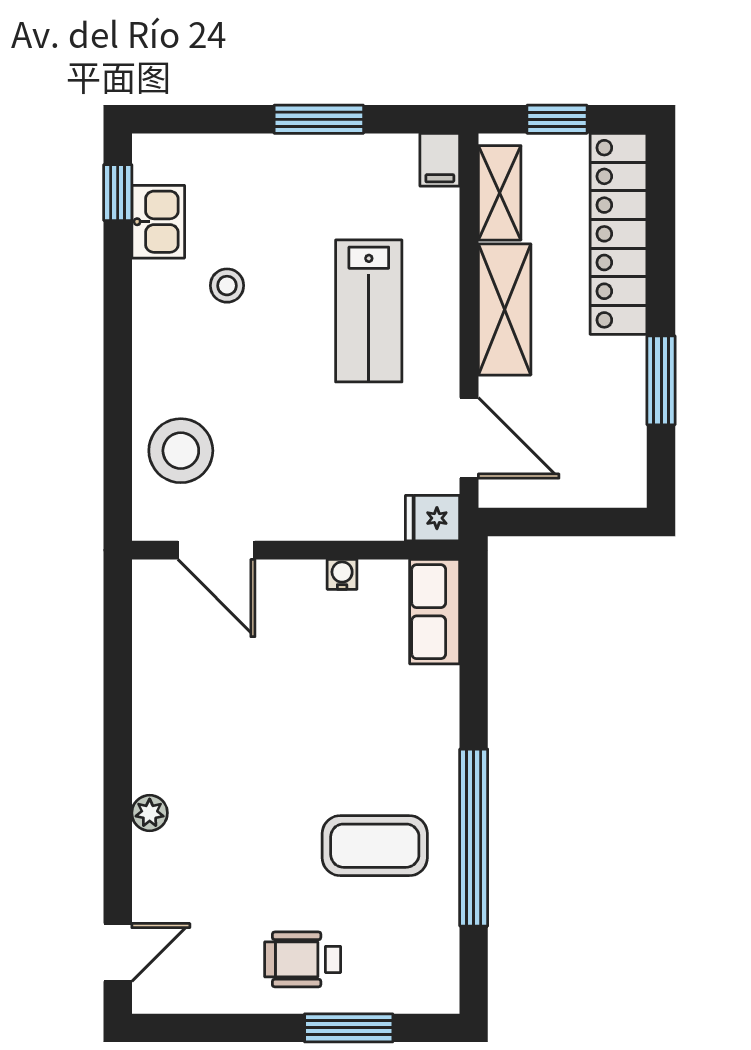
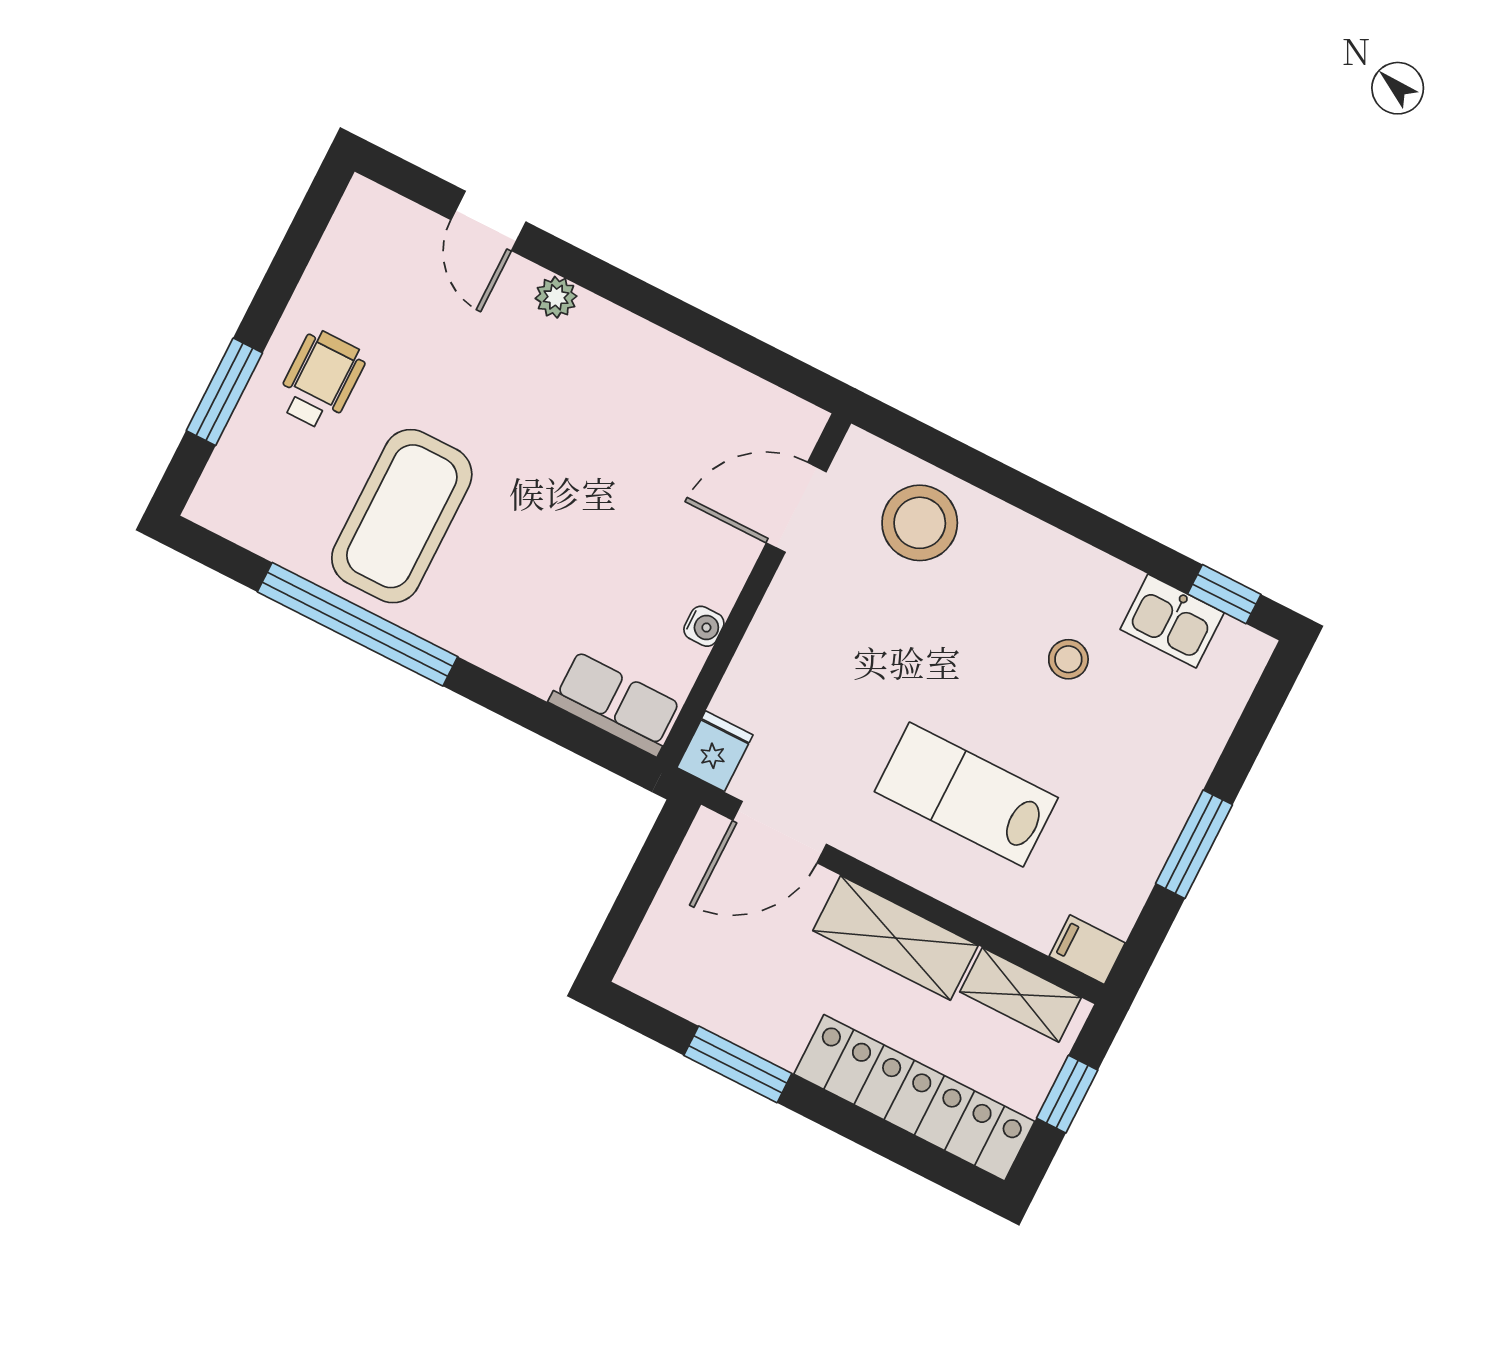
coffee table: (375, 846) -> (402, 516), width x1.36, depth x1.32
door: (118, 952) -> (488, 221), moved

